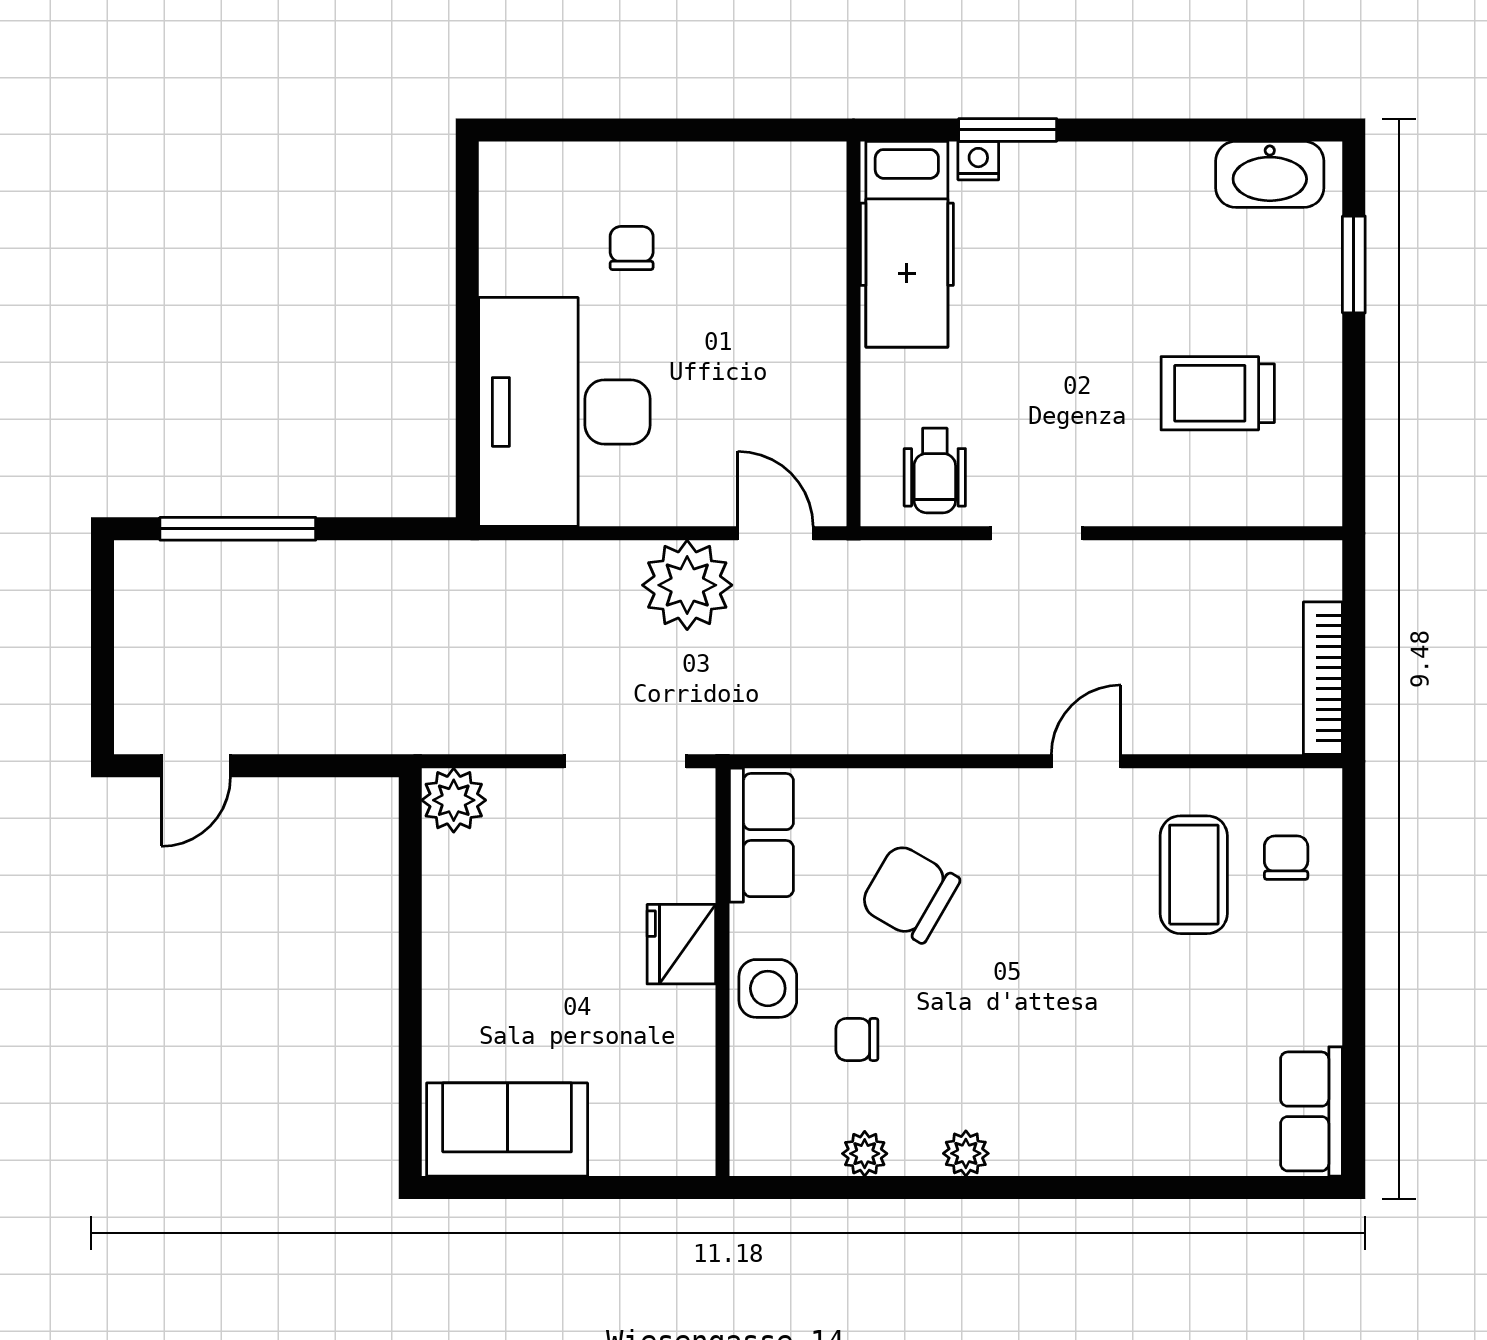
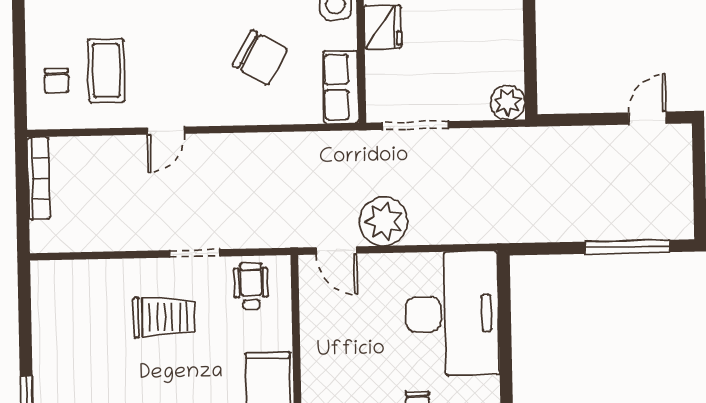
trolley: (1218, 393) -> (164, 317), moved

